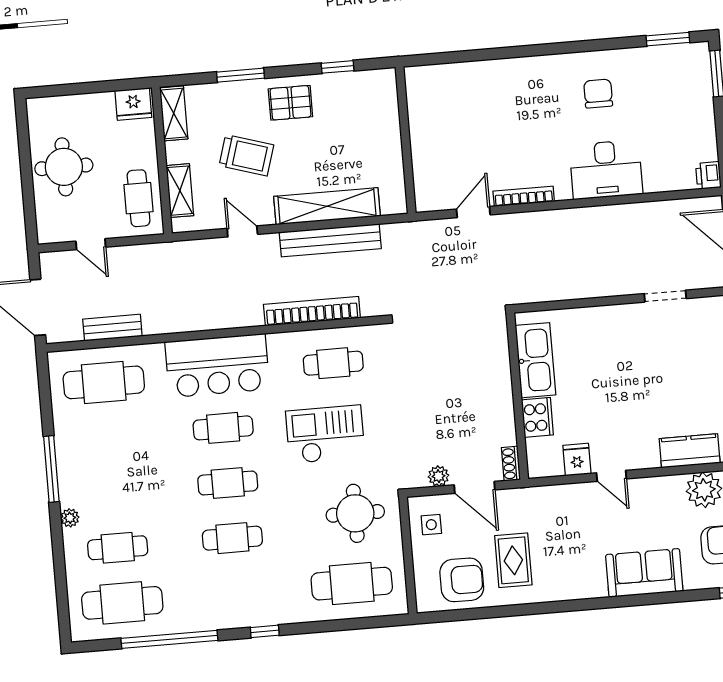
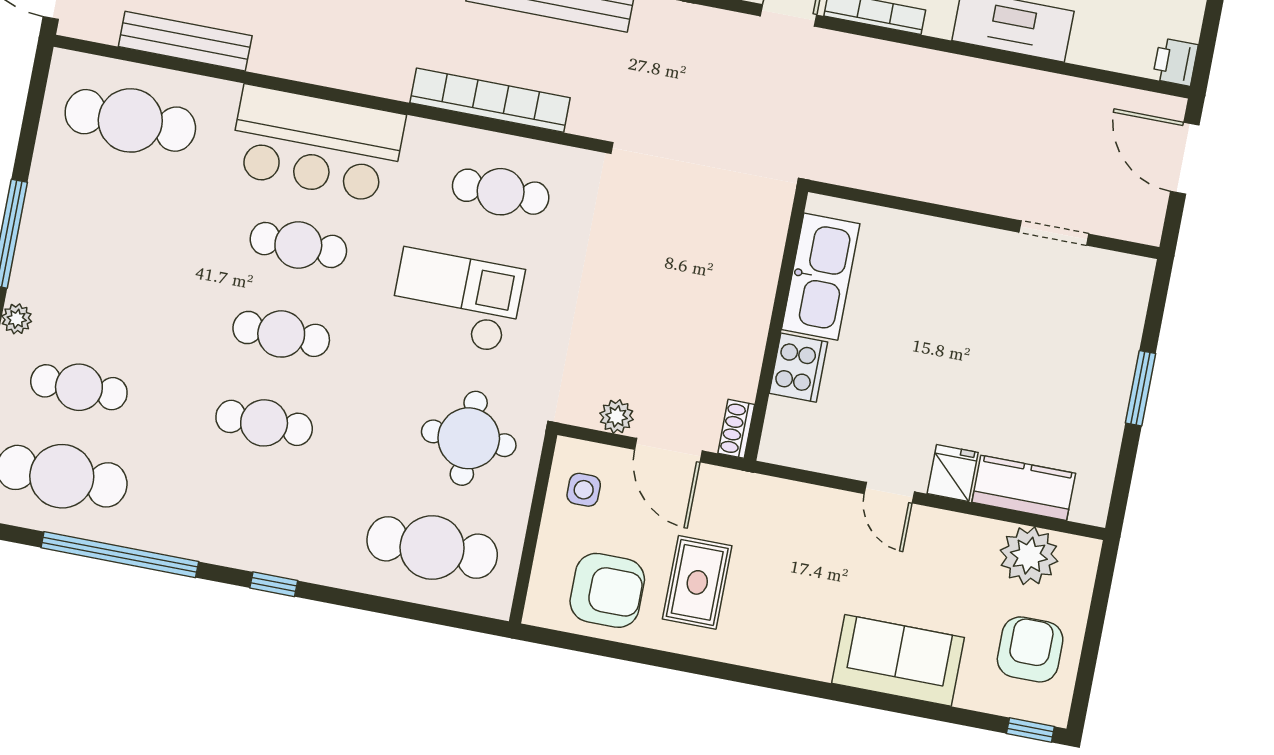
bench: (112, 328) -> (185, 41), width x1.36
fridge: (577, 460) -> (953, 473), moved

